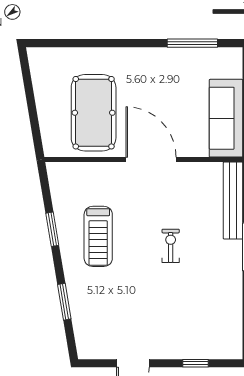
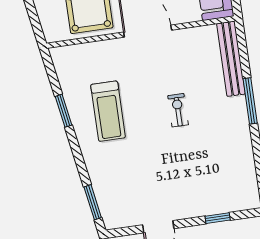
window: (64, 302) -> (93, 202), moved

